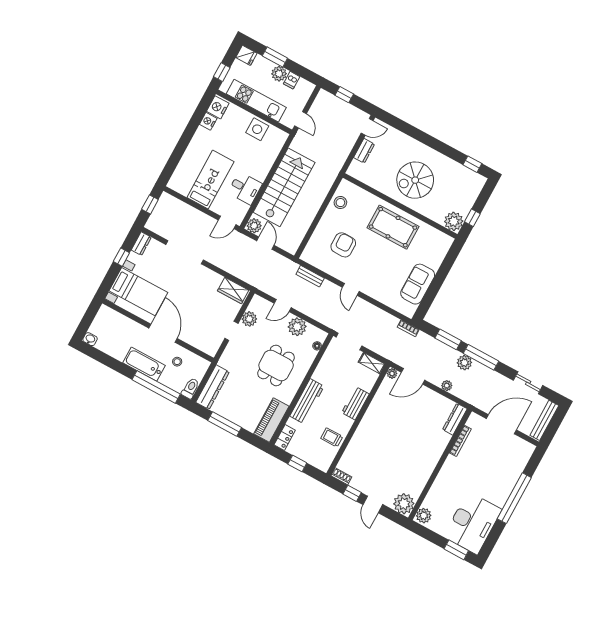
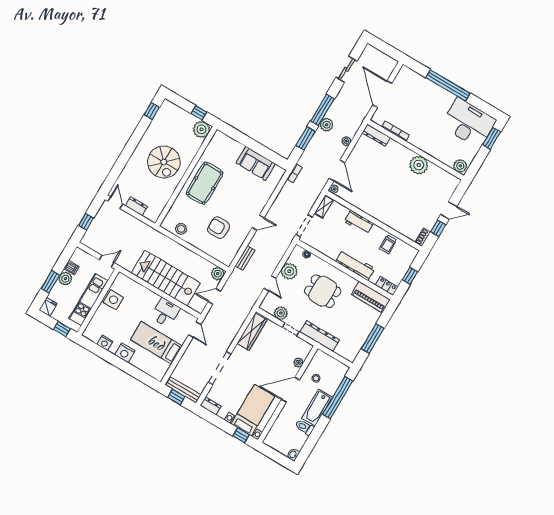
nightstand: (218, 107) -> (125, 353), moved
plant: (254, 226) -> (218, 274), moved
window: (121, 257) -> (241, 435), moved
wardrobe: (233, 291) -> (252, 332), width x1.50
plant: (194, 341) -> (298, 363), added
dresser: (213, 387) -> (320, 336), moved
toilet: (190, 388) -> (304, 427), moved
bench: (544, 420) -> (183, 390), moved
plant: (404, 504) -> (419, 165), moved

